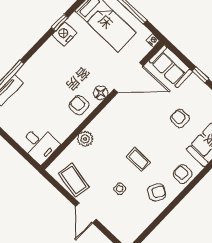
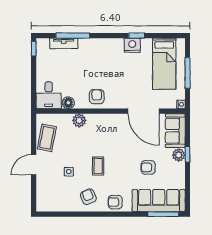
plant: (194, 83) -> (179, 155), added
floor lamp: (101, 93) -> (68, 103), moved
armchair: (180, 119) -> (148, 167), turned -90
armchair: (183, 174) -> (115, 202), turned -90
armchair: (157, 192) -> (88, 197), turned -144

